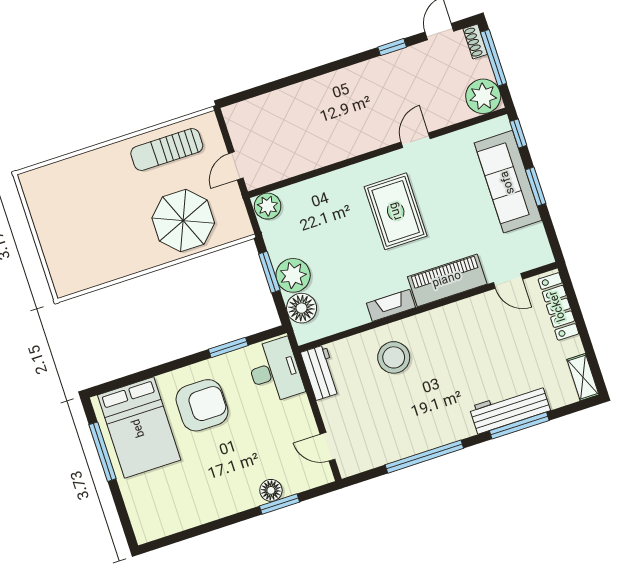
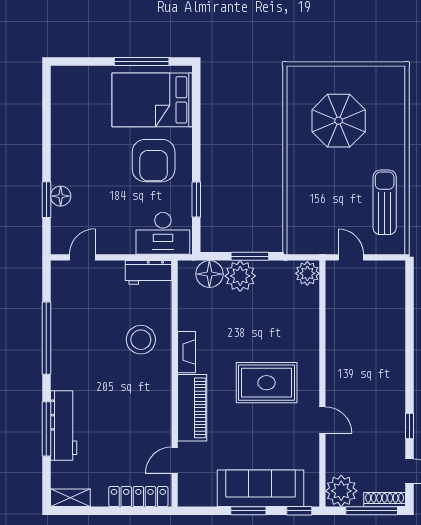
shoe rack: (475, 41) -> (385, 500), width x1.43
parasol: (183, 220) -> (339, 121), moved

